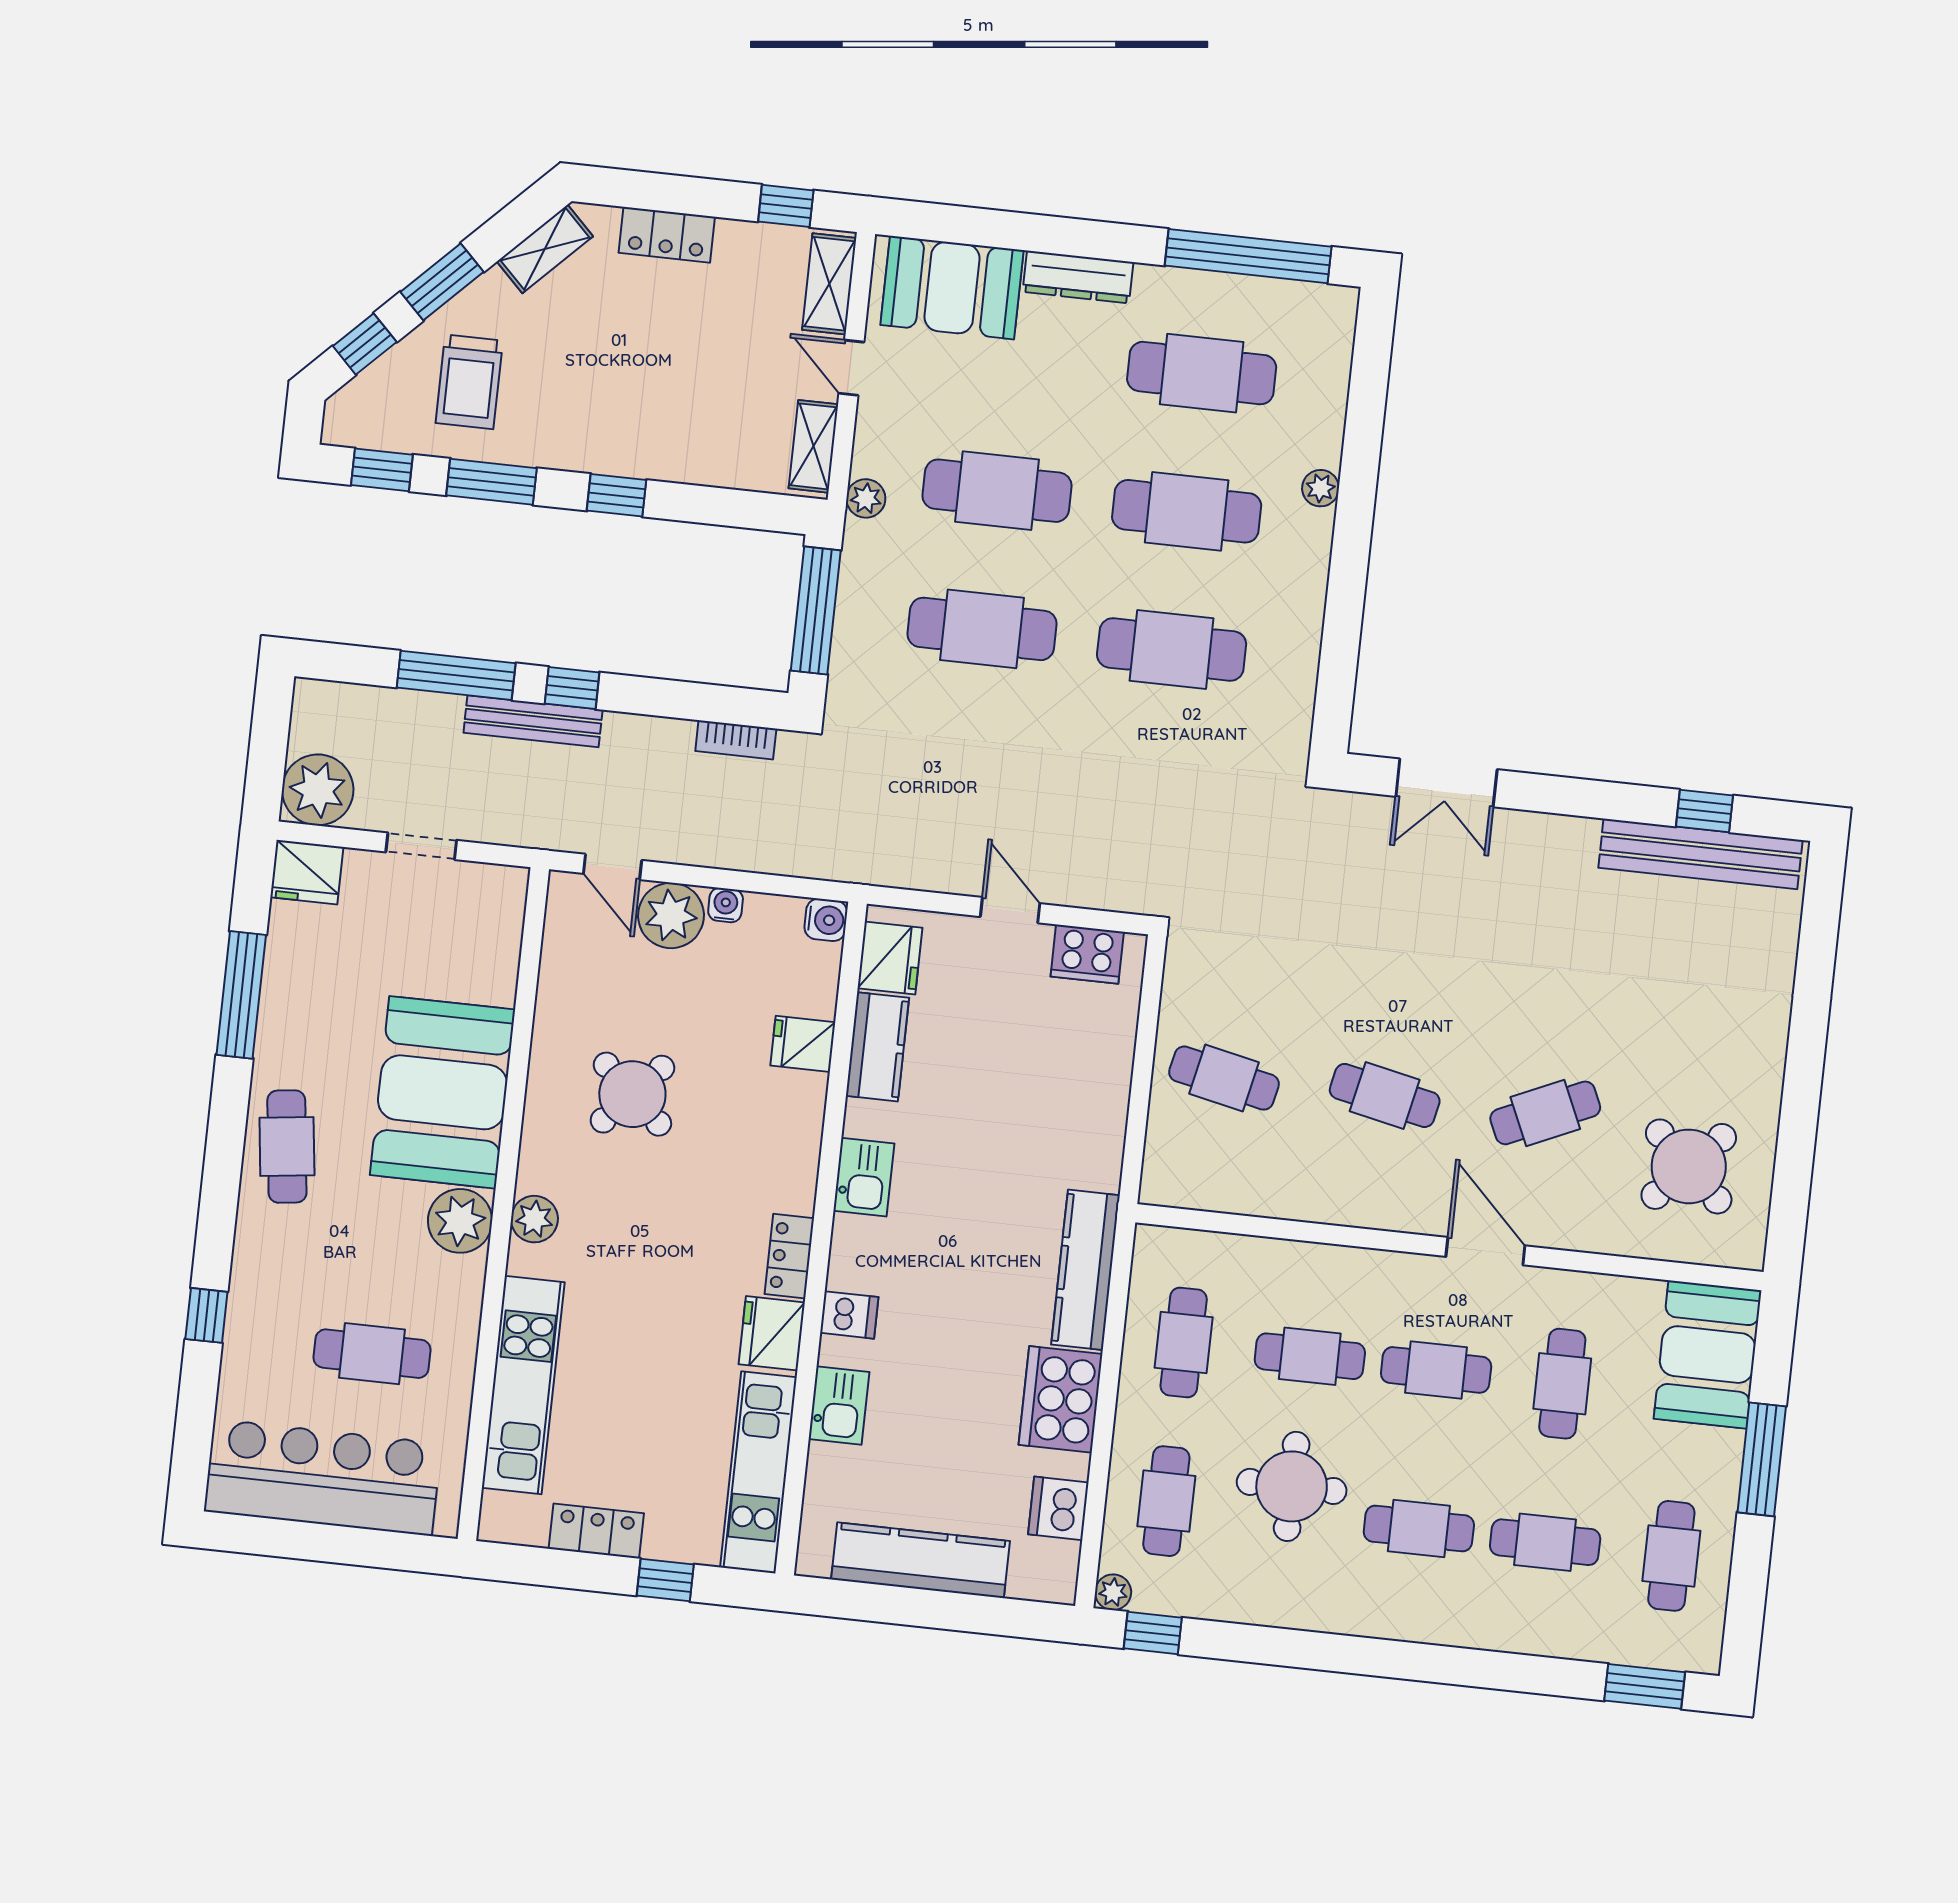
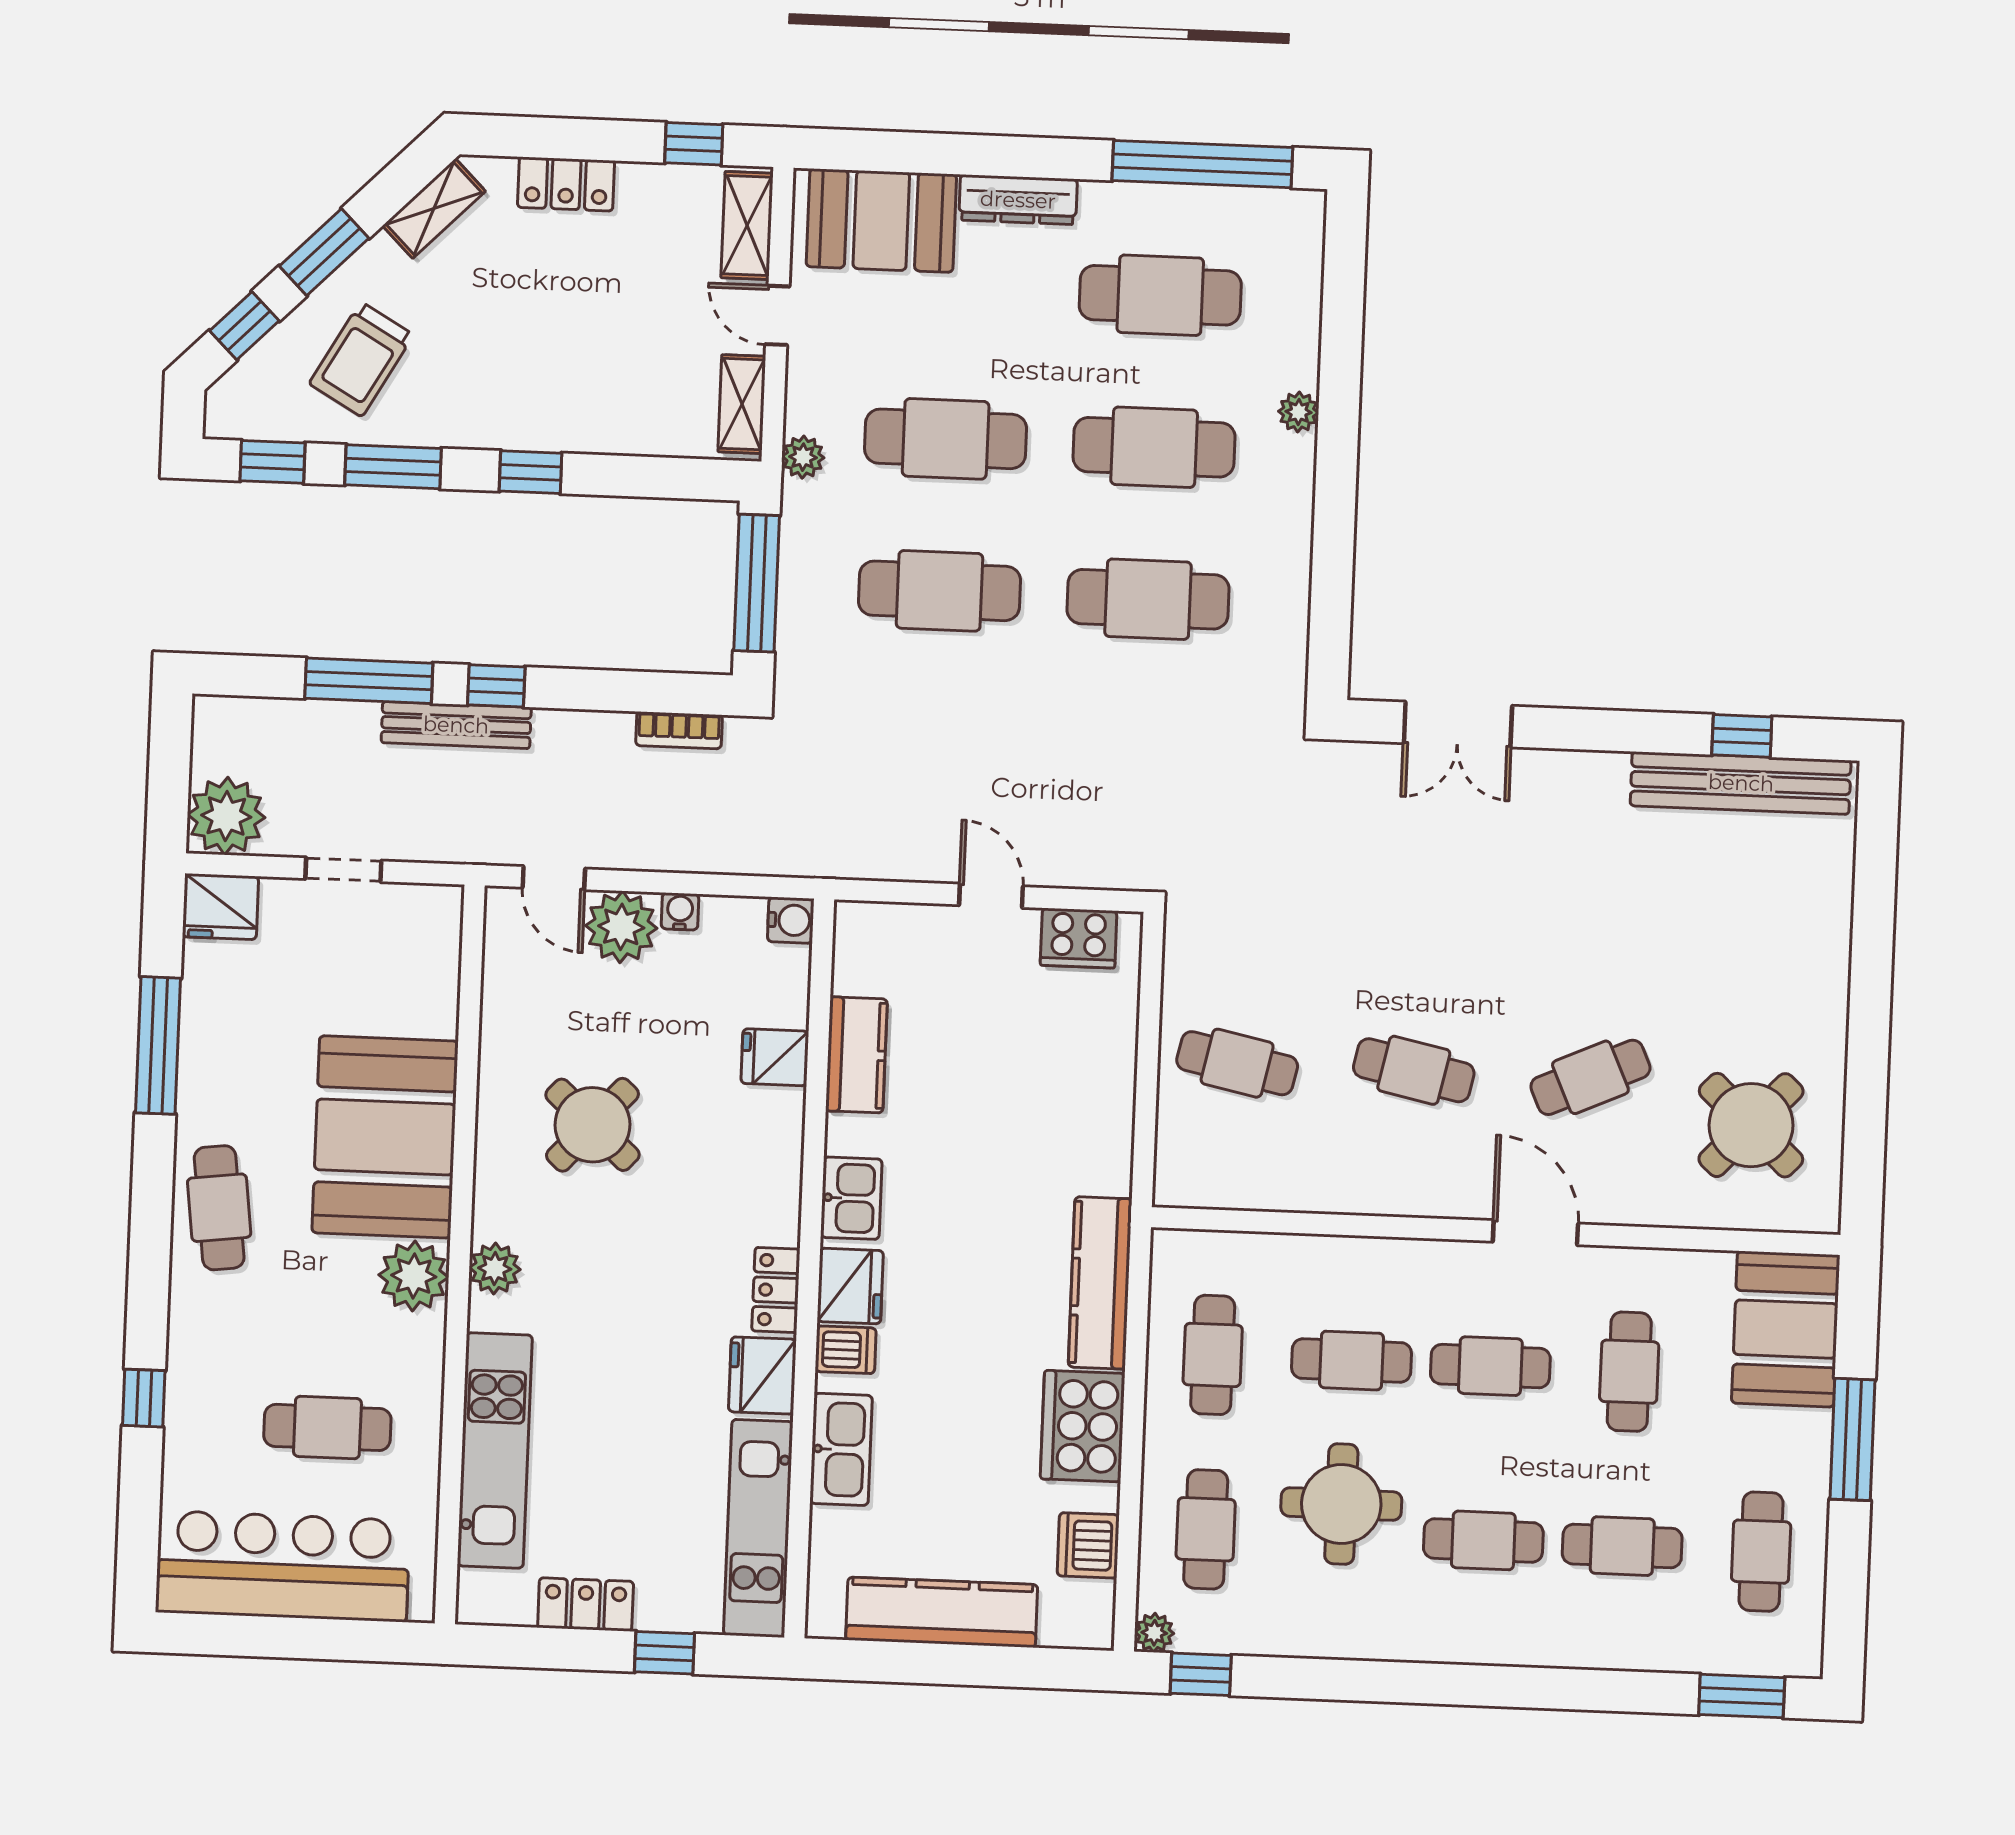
trolley: (469, 382) -> (361, 359), turned 30
fridge: (890, 958) -> (850, 1286), moved
kitchen sink: (839, 1406) -> (841, 1449), width x1.38

